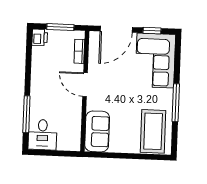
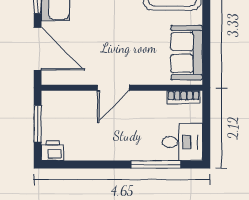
bookcase: (79, 51) -> (184, 97), moved
sofa: (97, 131) -> (187, 53), moved, turned -90

